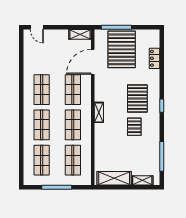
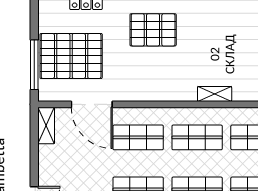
shelving: (99, 112) -> (215, 94), moved
pallet: (134, 127) -> (200, 35), removed

